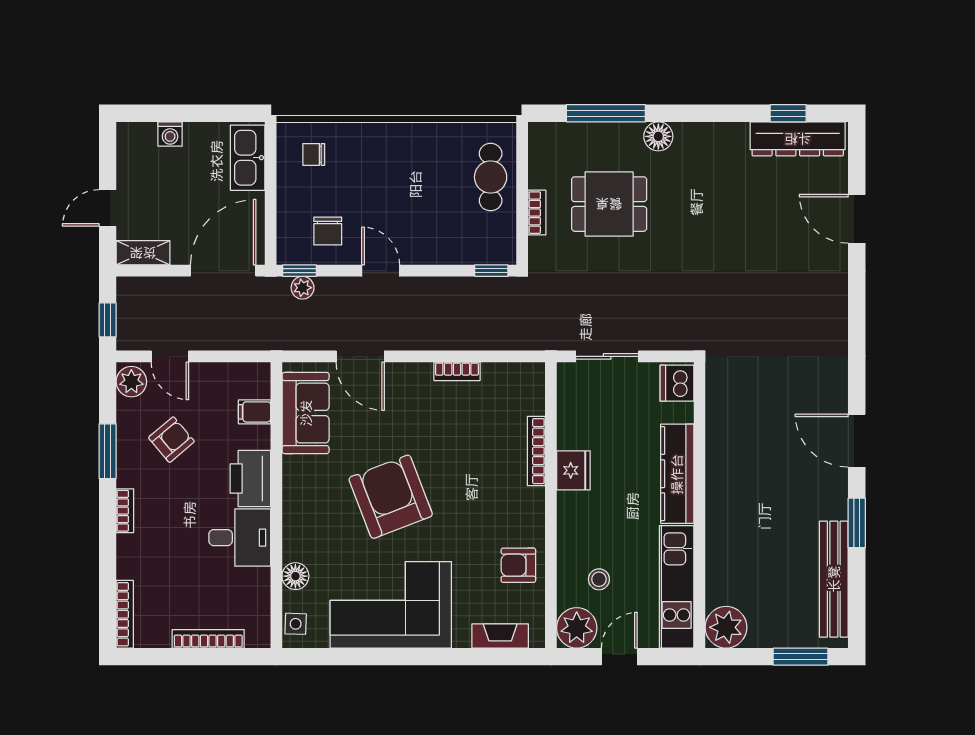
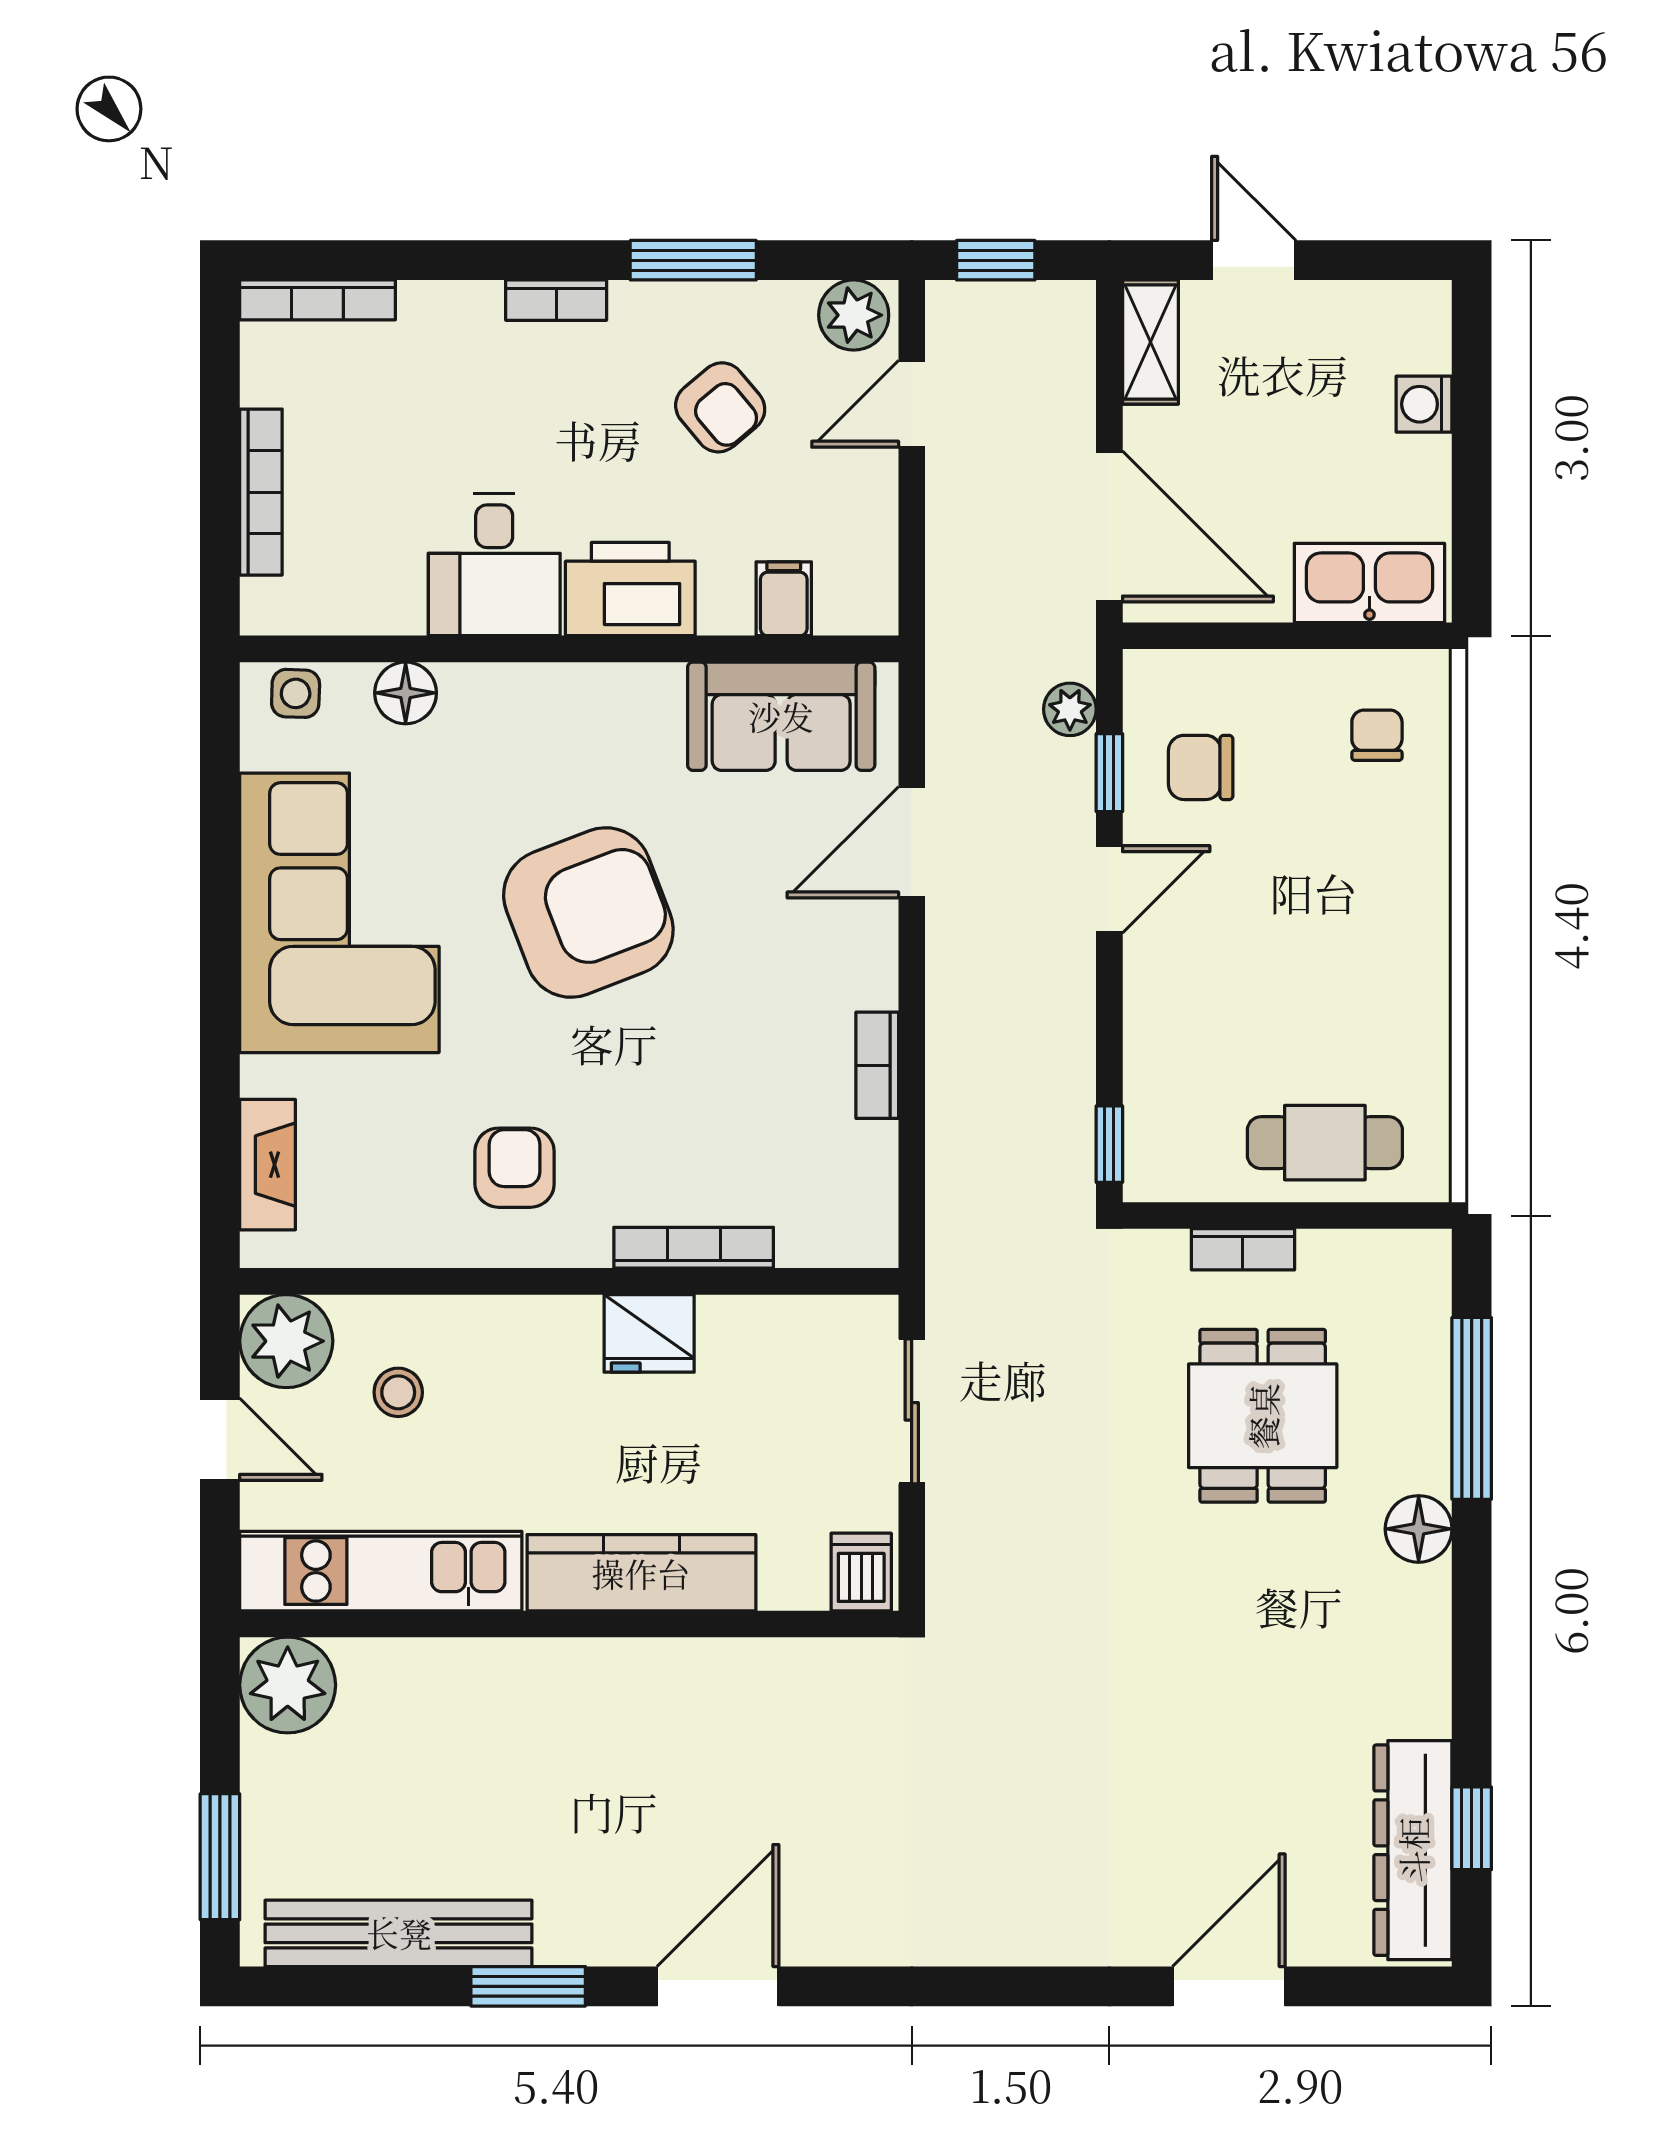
window: (299, 271) -> (1109, 773), moved
dishwasher: (677, 383) -> (861, 1572), width x0.73
armchair: (518, 565) -> (515, 1168), moved

